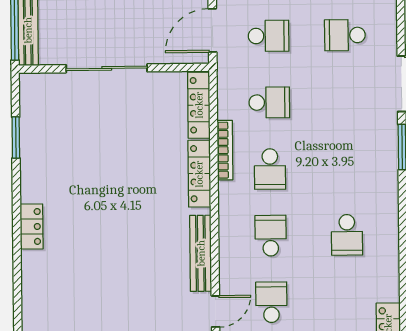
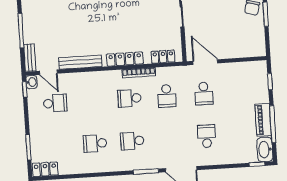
locker: (199, 105) -> (163, 57), width x0.66
school desk: (271, 236) -> (132, 141), moved, turned 180

